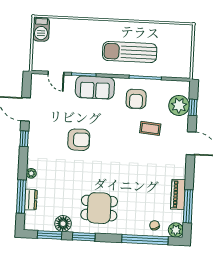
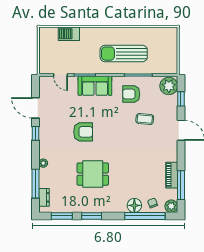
barbecue: (41, 29) -> (69, 34), moved, turned 90
armchair: (136, 99) -> (131, 94), turned 90
plant: (179, 105) -> (169, 86), moved
dresser: (31, 200) -> (44, 197), moved
dining table: (99, 208) -> (93, 174), moved
floor lamp: (63, 224) -> (134, 205), moved

